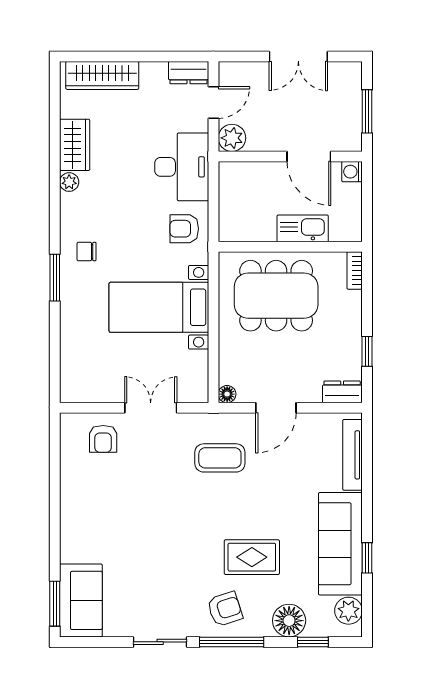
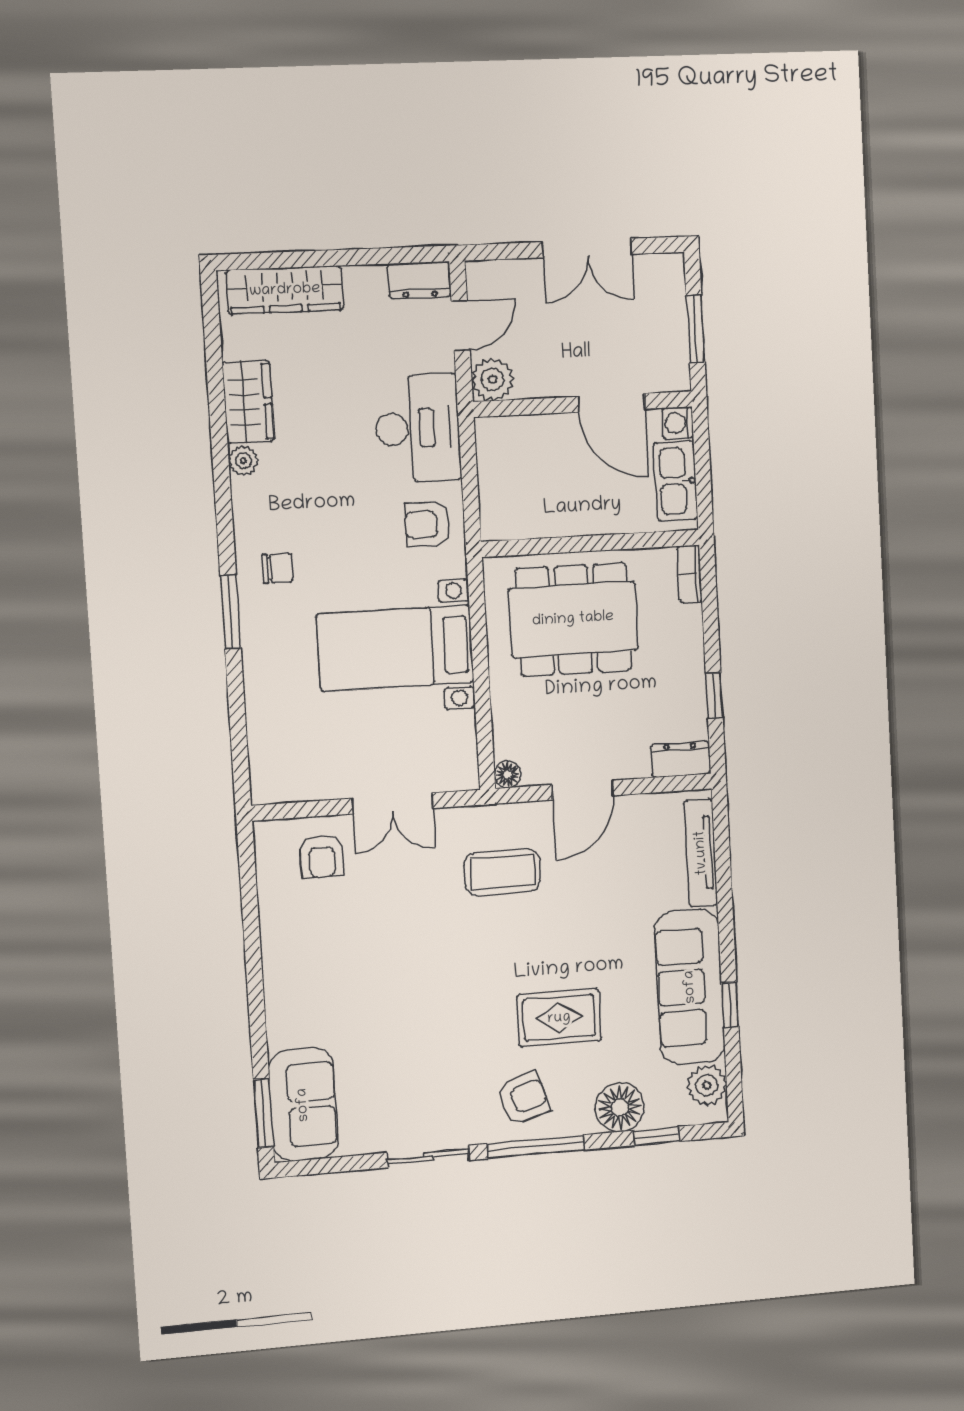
kitchen sink: (303, 228) -> (676, 481), moved, turned -90
chair: (87, 252) -> (278, 568), turned 180
double door: (151, 408) -> (392, 803), swing flipped

